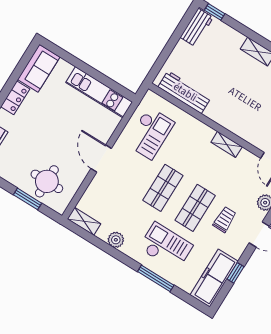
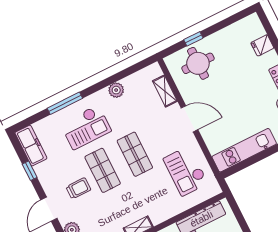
window: (28, 199) -> (193, 39), width x0.67
trolley: (225, 220) -> (78, 188), turned -90
shelving: (84, 221) -> (165, 91), moved, turned 90
freezer: (214, 278) -> (31, 146), width x0.73, depth x0.79

